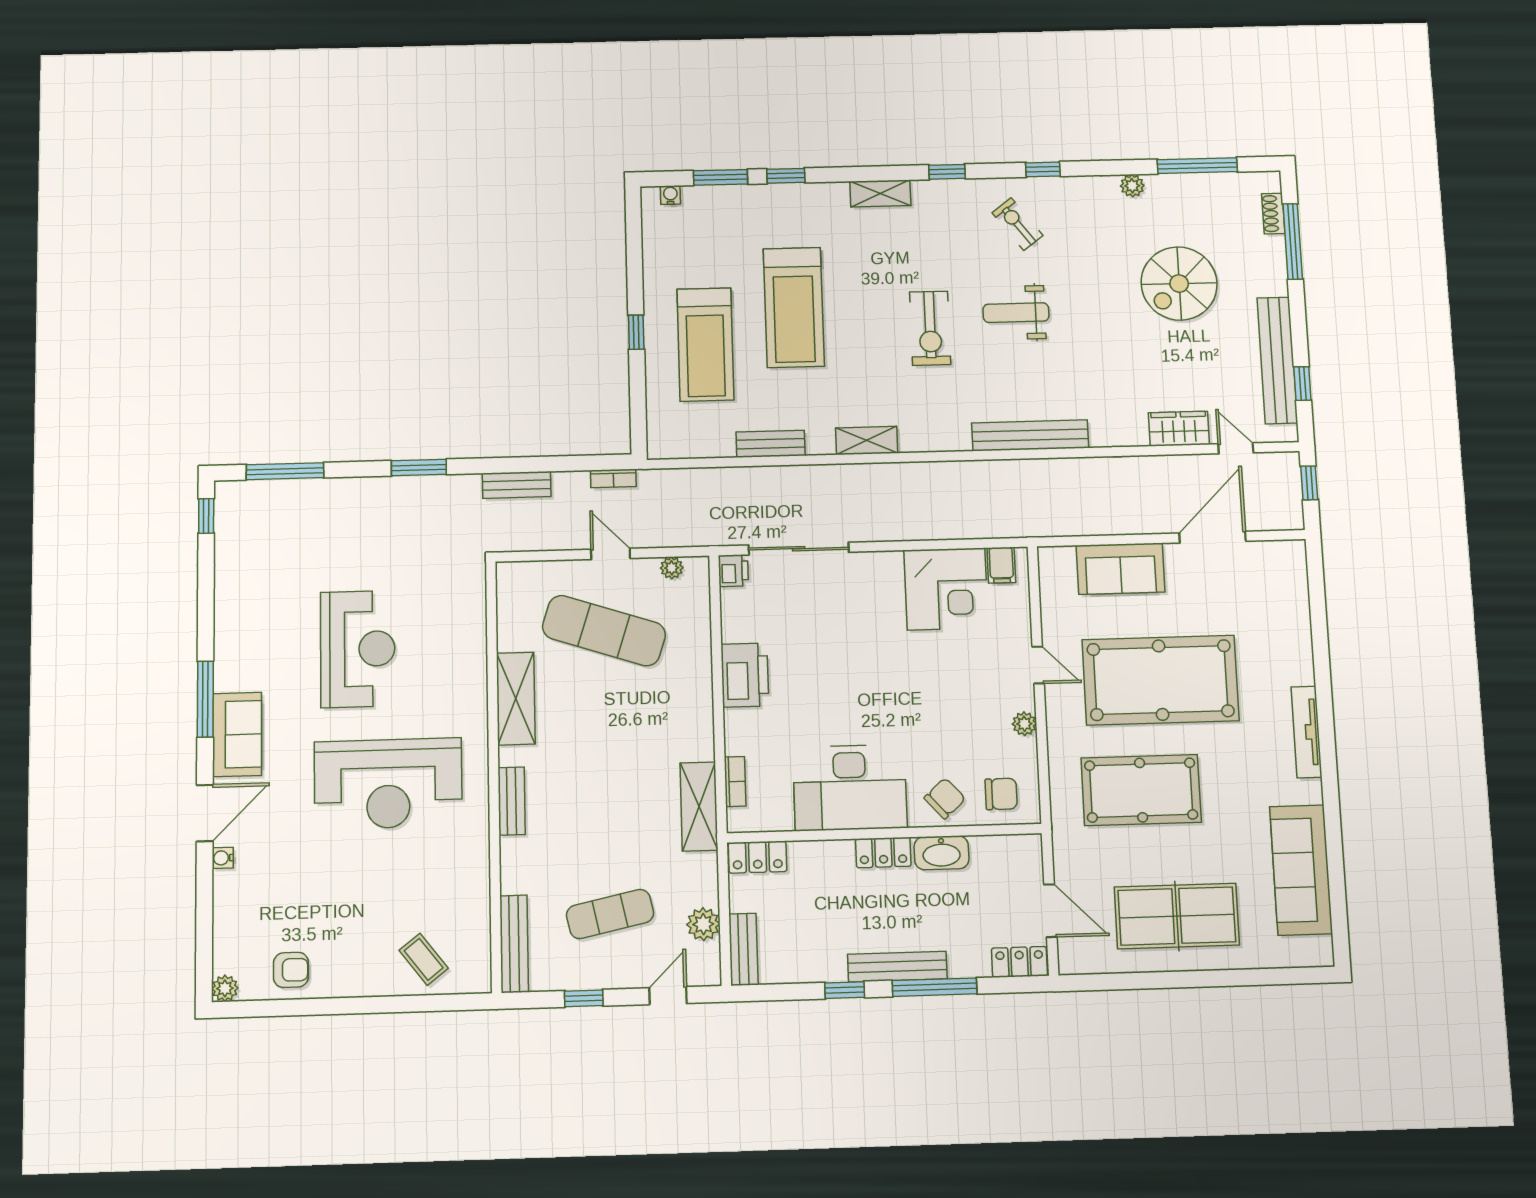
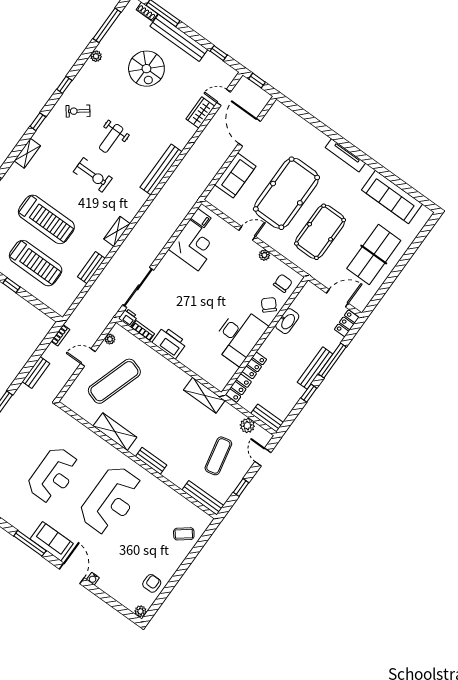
bench: (1277, 360) -> (179, 38), moved
reception desk: (358, 649) -> (53, 475), turned 90
bookcase: (735, 782) -> (143, 331), moved
locker: (883, 853) -> (254, 365), moved

